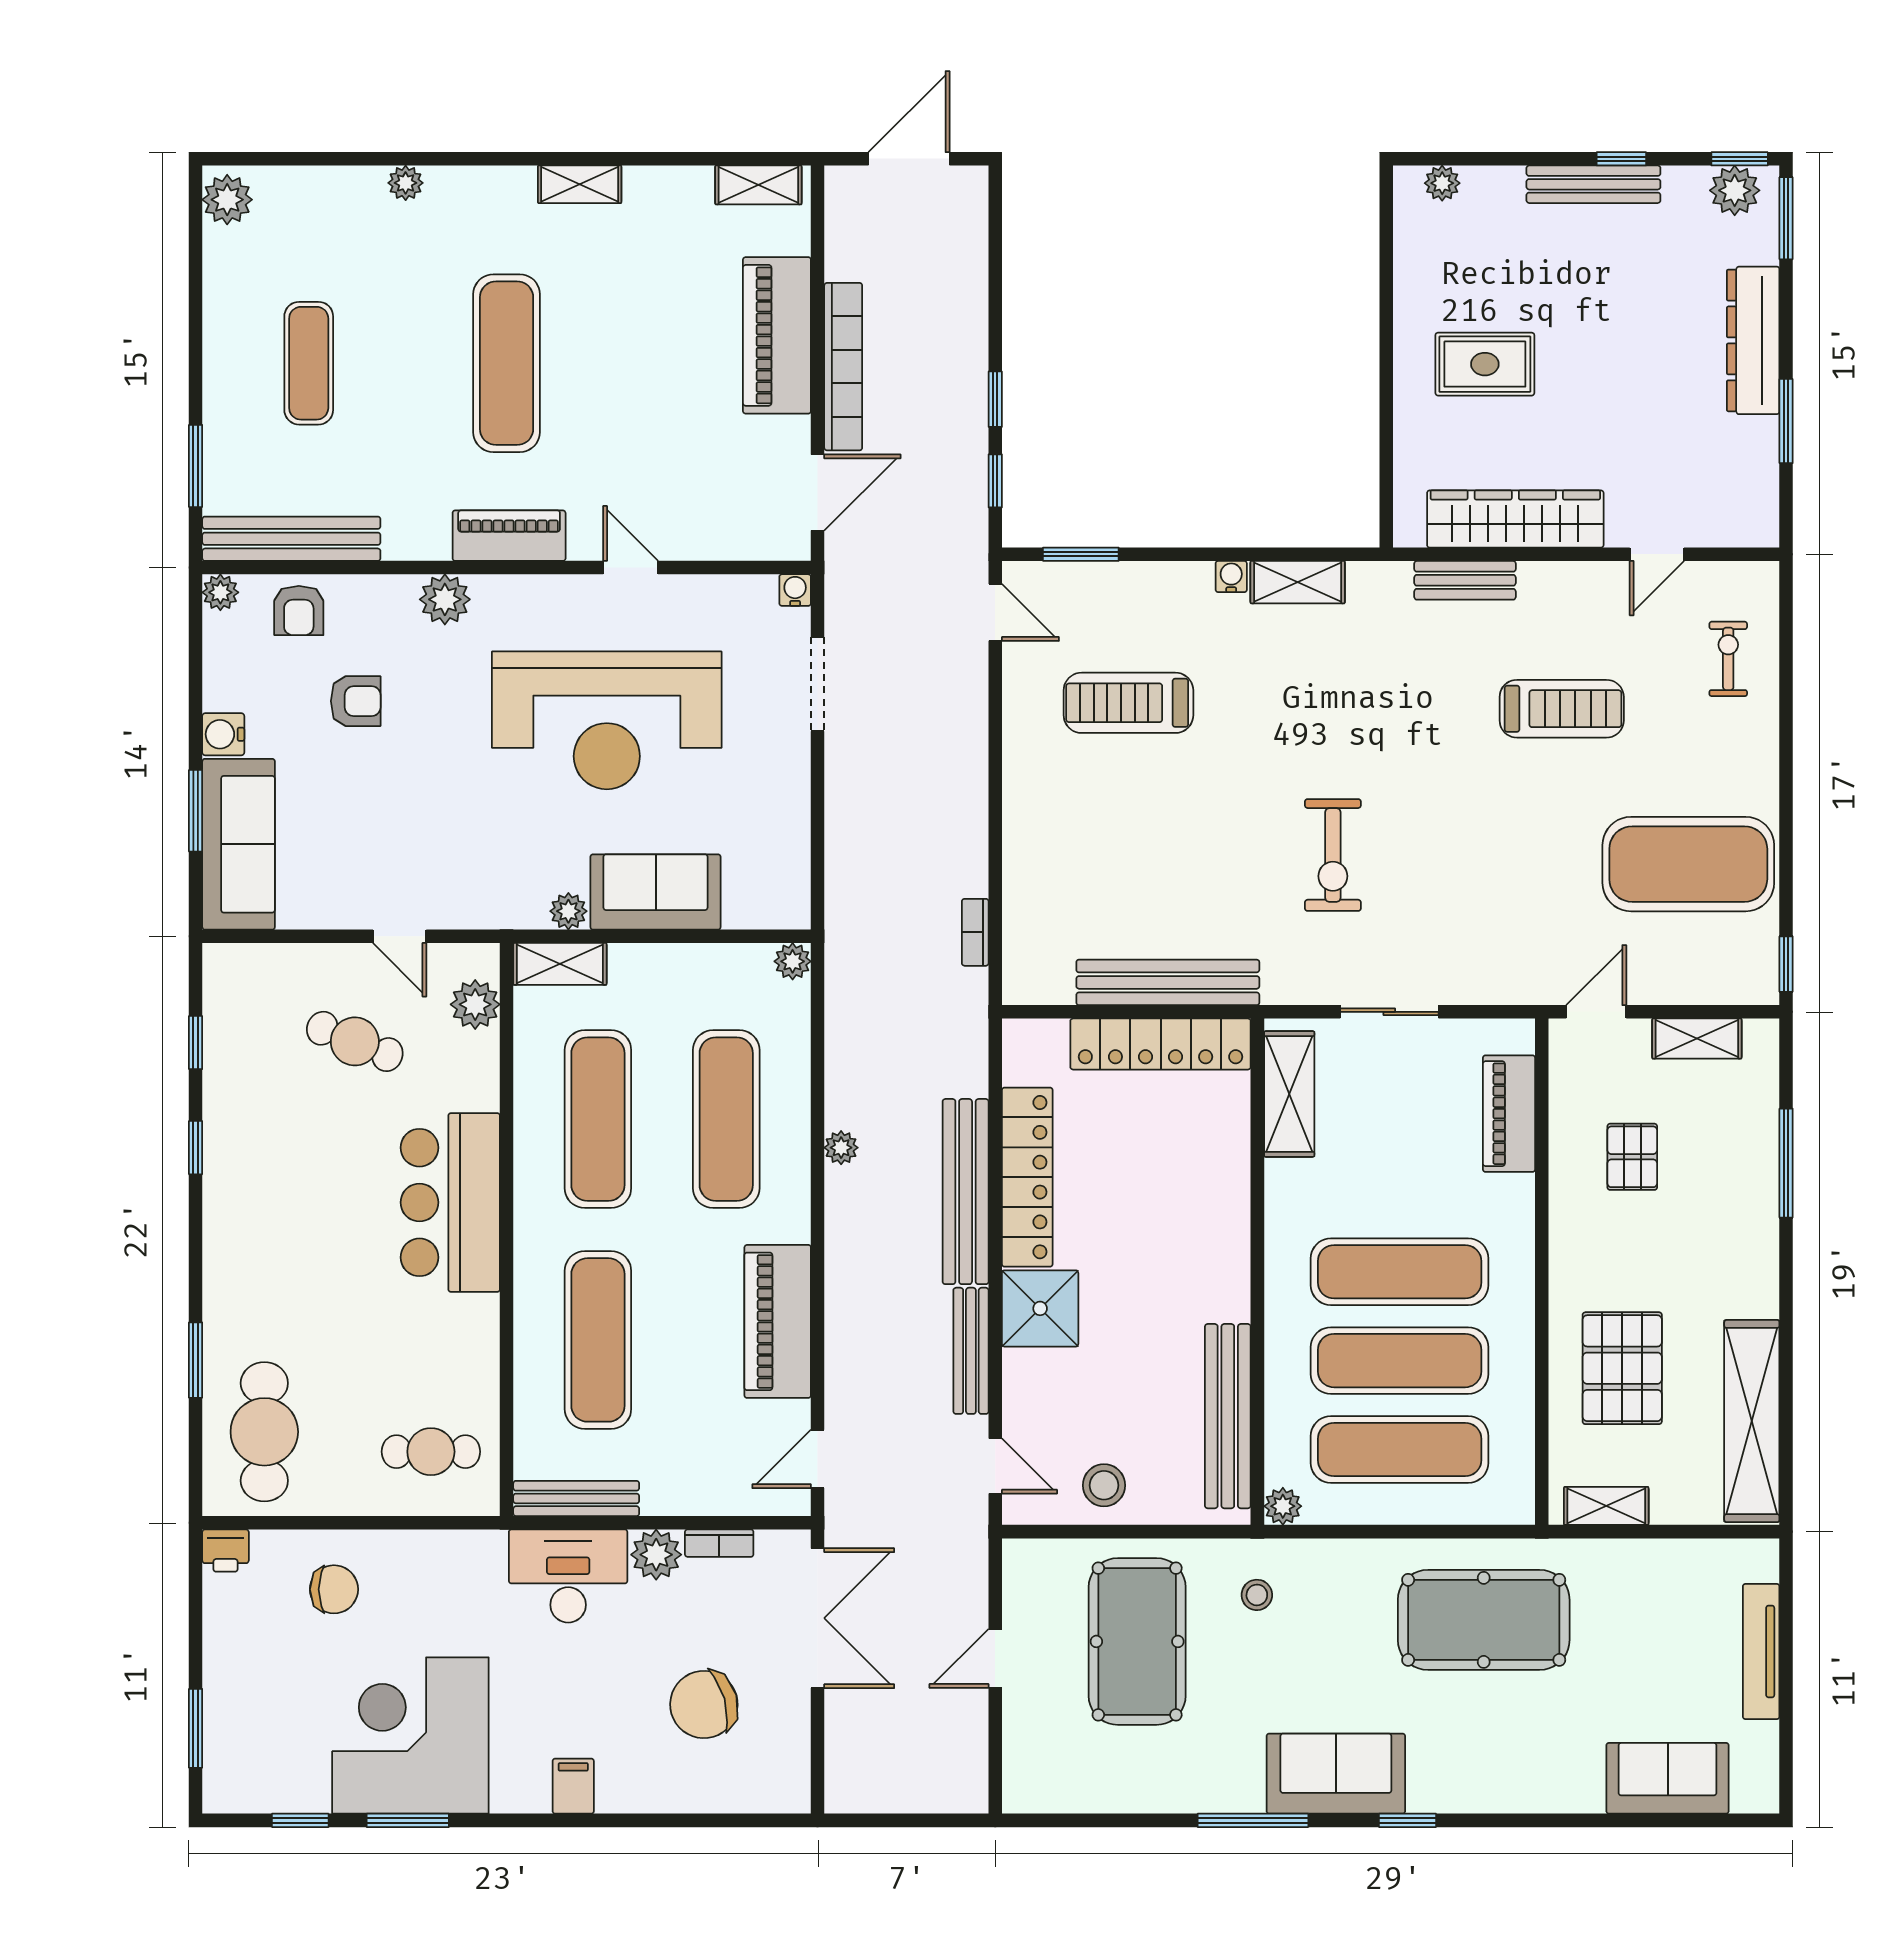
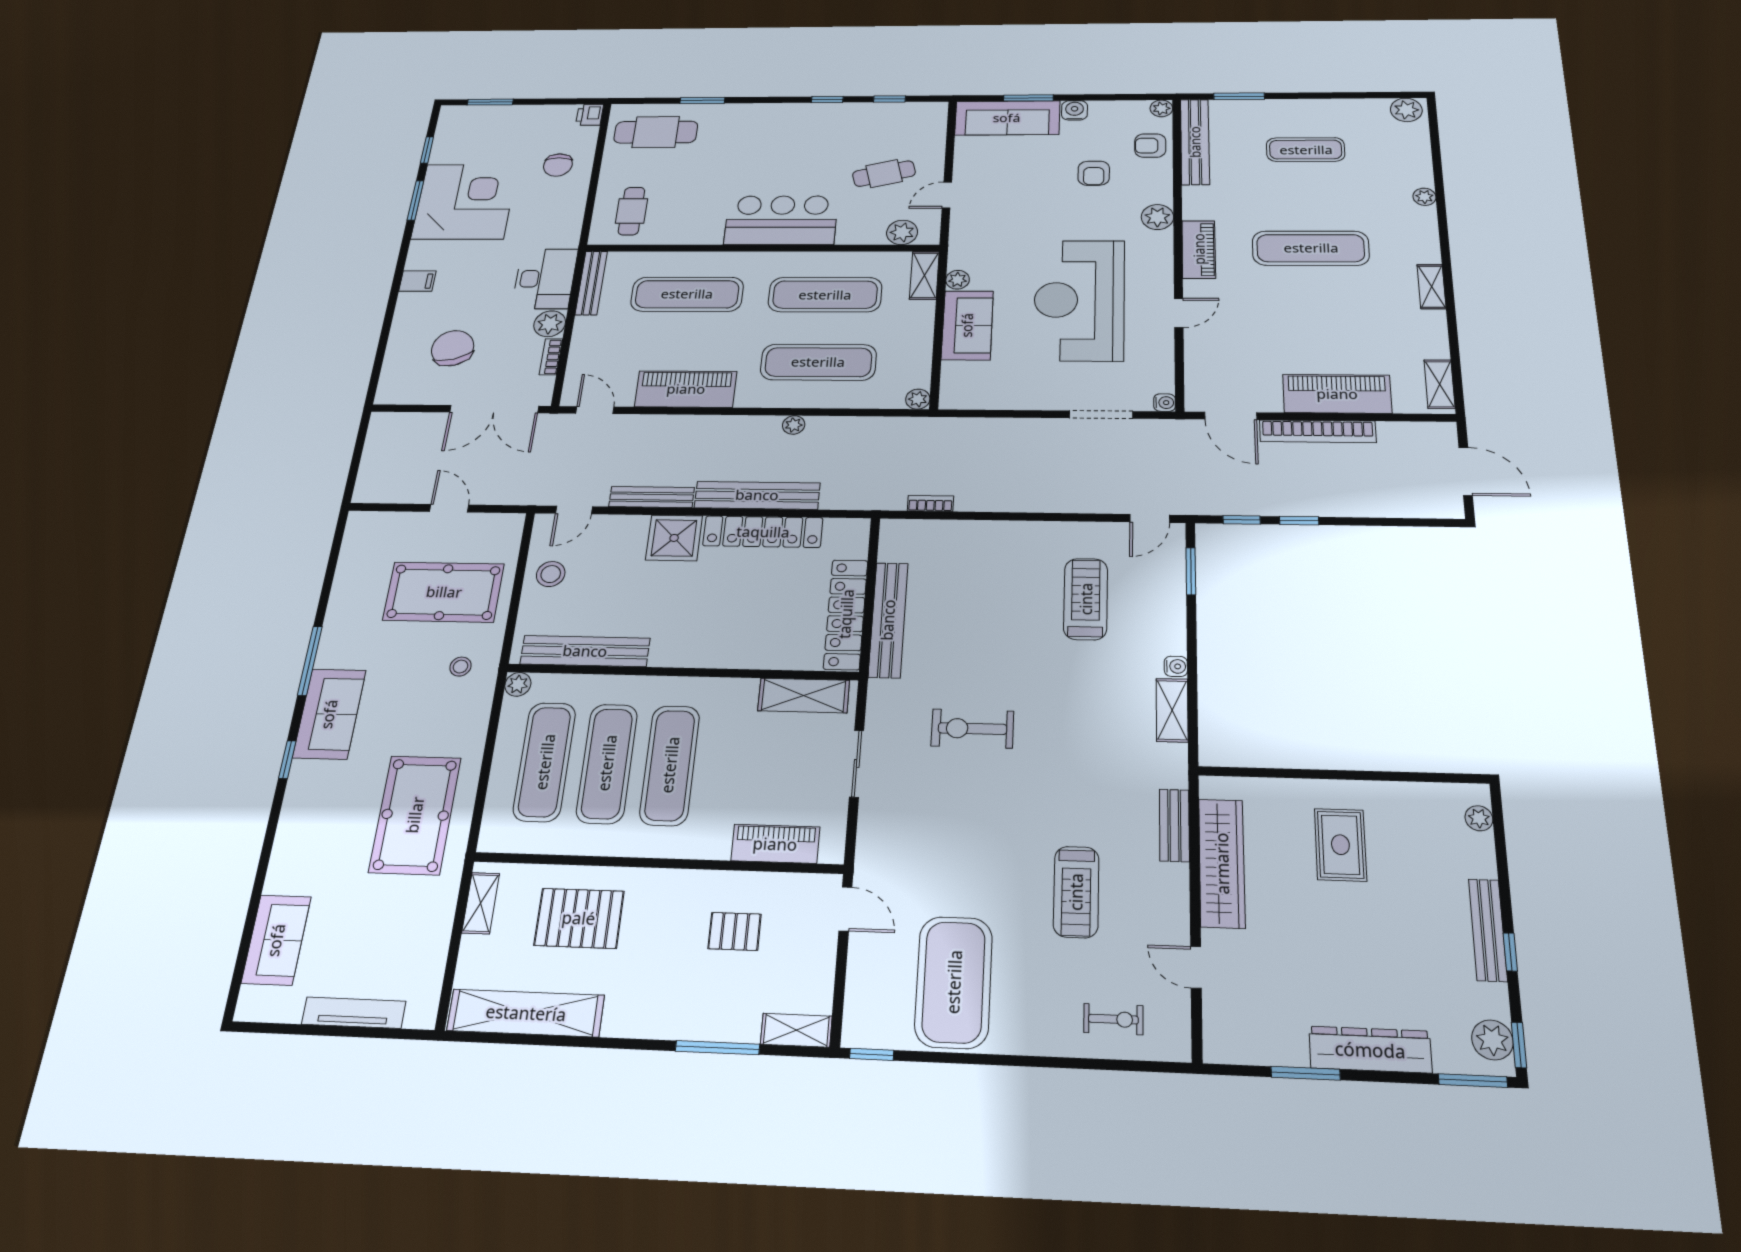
shelving: (1697, 1039) -> (796, 1030), moved, turned 90
cafe table: (355, 1041) -> (884, 174), turned 54

